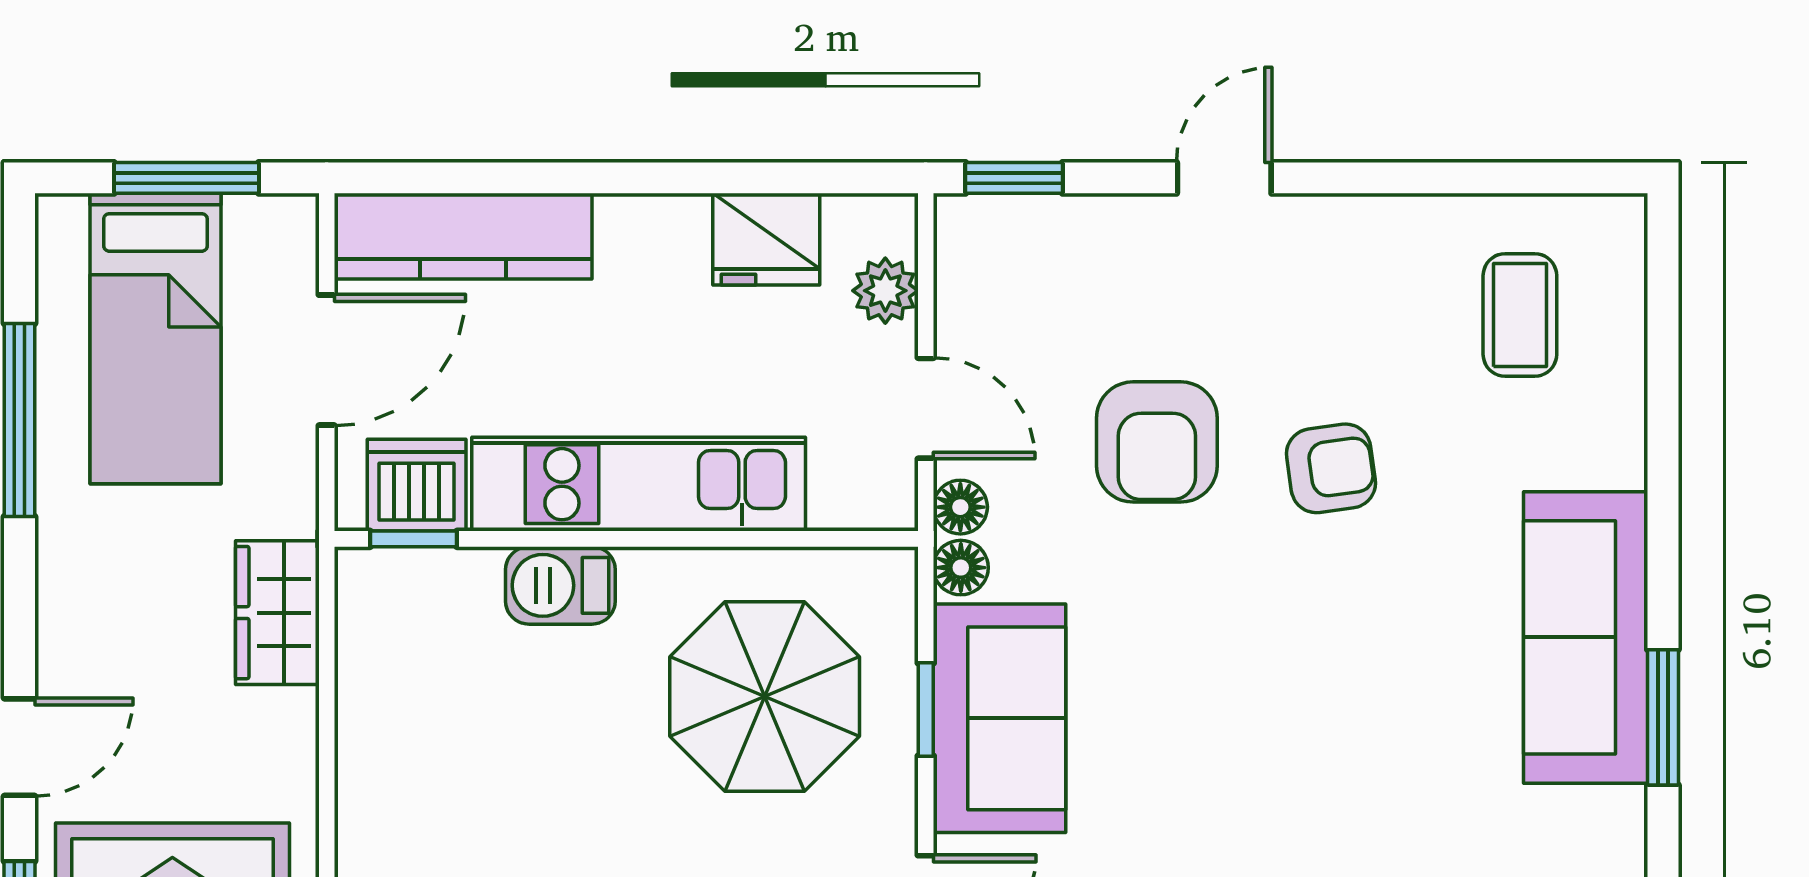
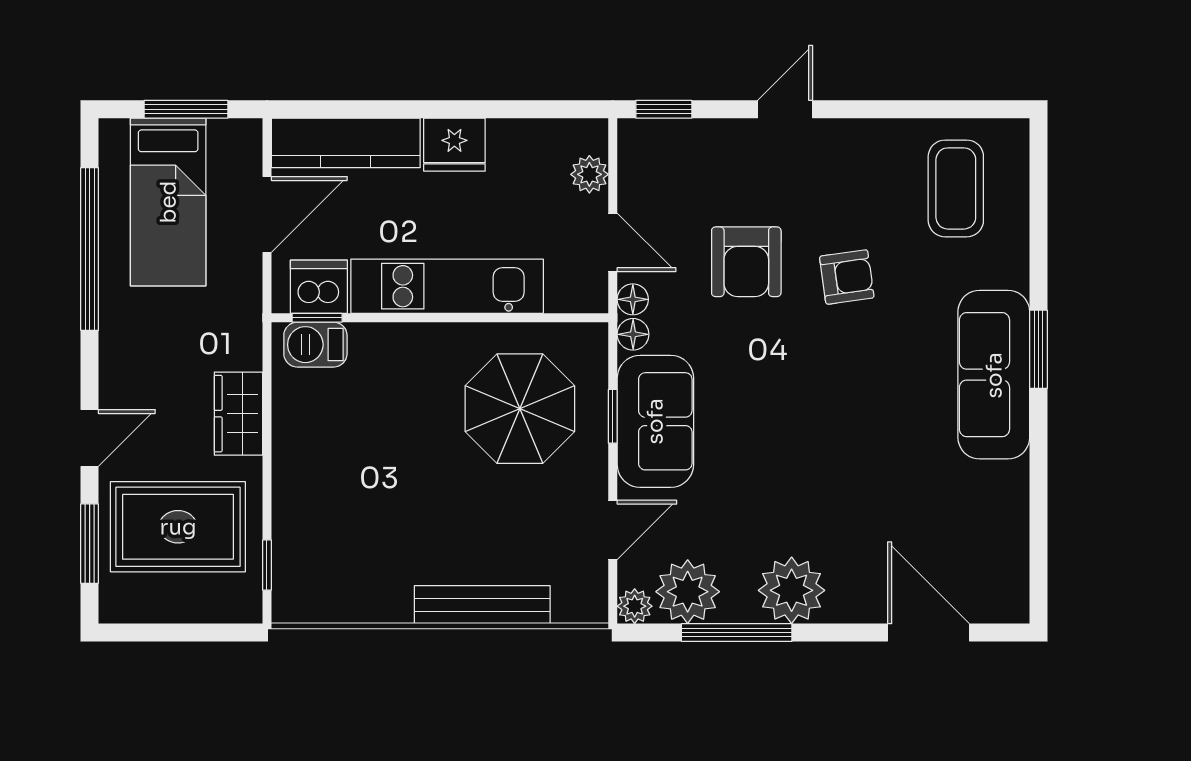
fridge: (766, 239) -> (454, 145), moved
coffee table: (1520, 315) -> (956, 188), width x1.36, depth x1.30
window: (19, 420) -> (90, 249), width x1.46
barbecue: (560, 585) -> (315, 345), moved
wardrobe: (277, 613) -> (238, 414), moved
window: (1663, 717) -> (1038, 349), moved

